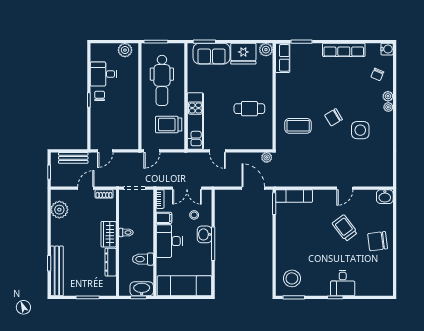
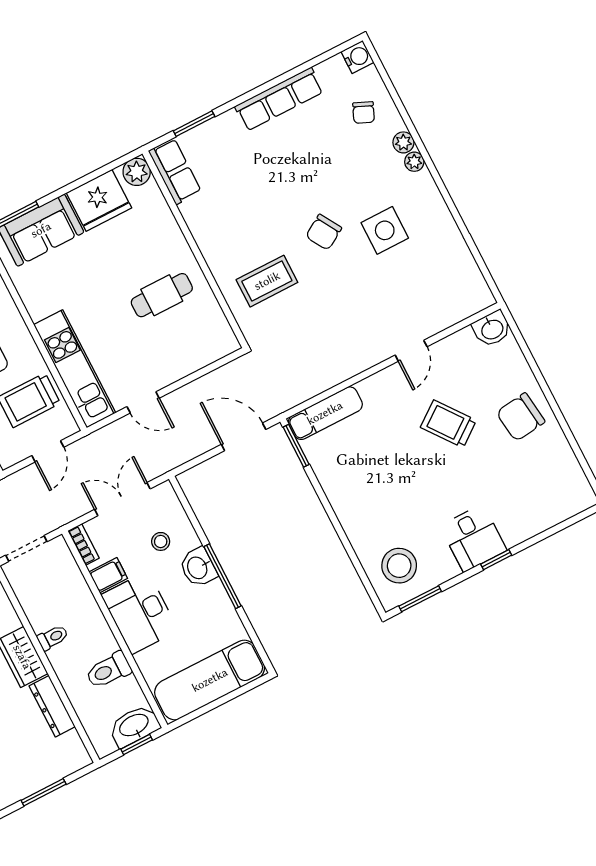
door: (152, 151) -> (48, 451), moved
plant: (267, 157) -> (239, 368), removed
double door: (187, 188) -> (122, 499), swing flipped
desk: (343, 283) -> (473, 538), moved

